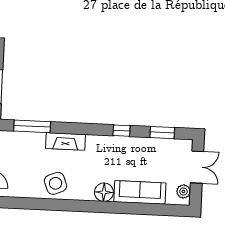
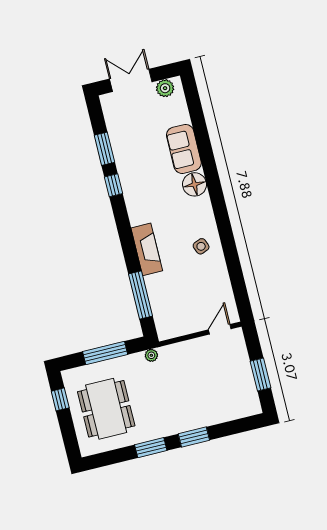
window: (162, 133) -> (104, 149), moved
side table: (56, 183) -> (201, 246), width x0.54, depth x0.54
sofa: (140, 192) -> (184, 149), width x0.73

